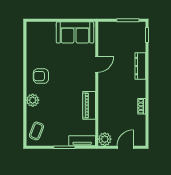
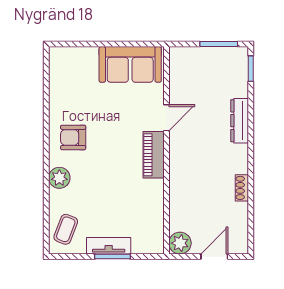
piano: (89, 105) -> (154, 155), moved
tv unit: (82, 141) -> (109, 246), moved

